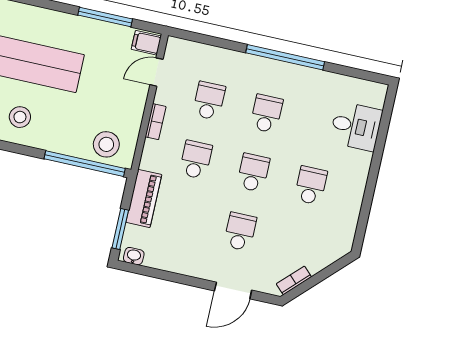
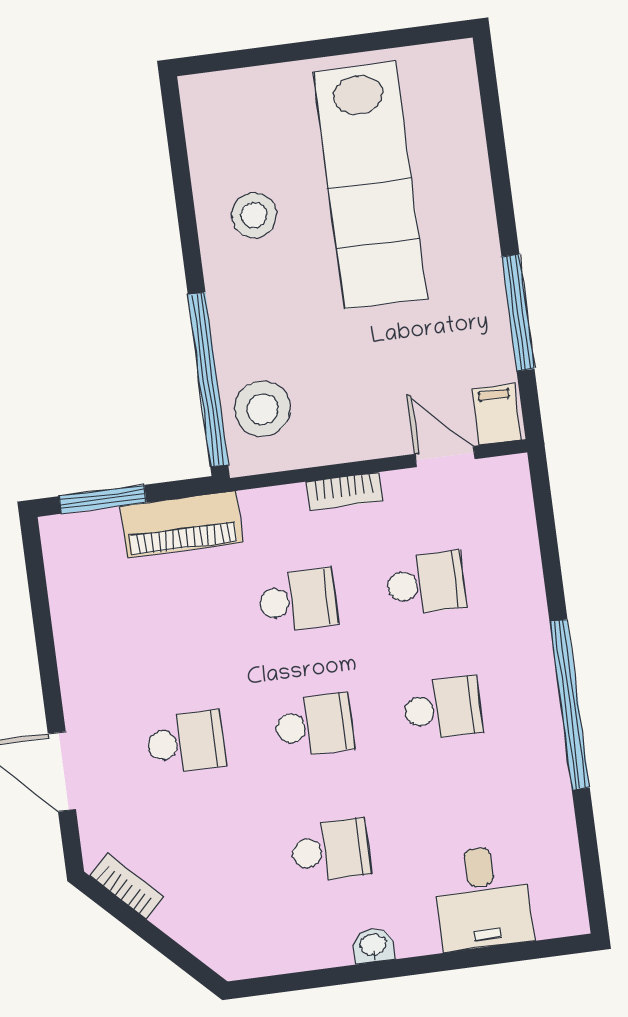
washbasin: (134, 256) -> (373, 945), moved, turned -90

